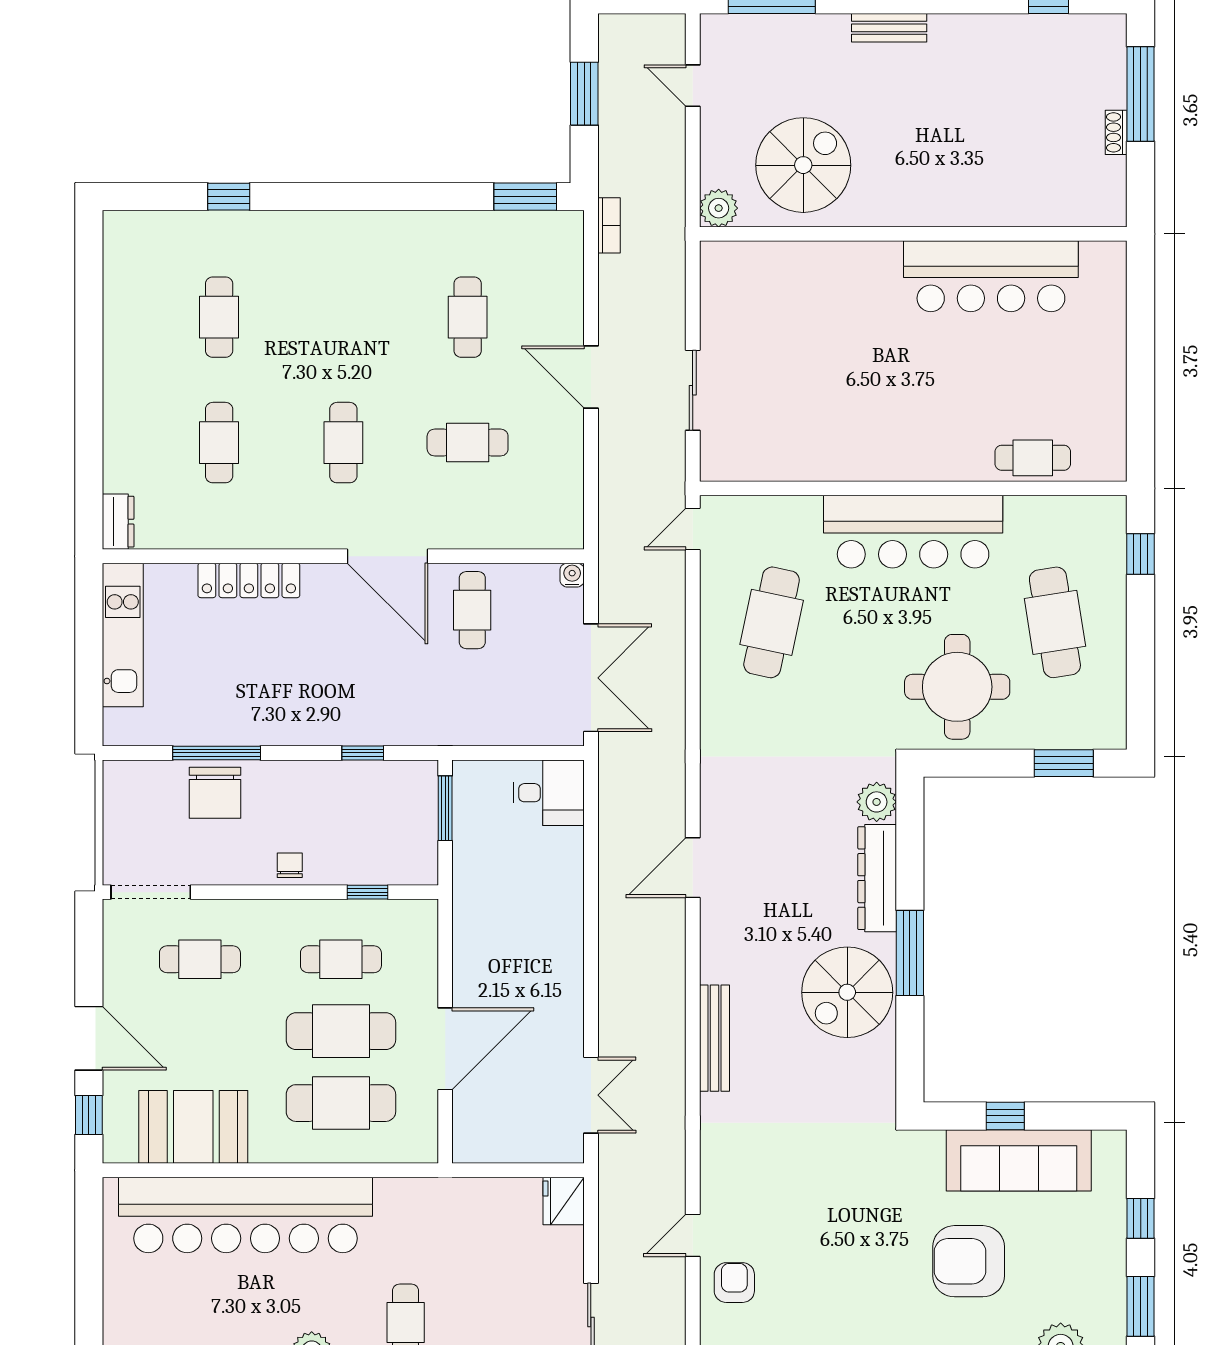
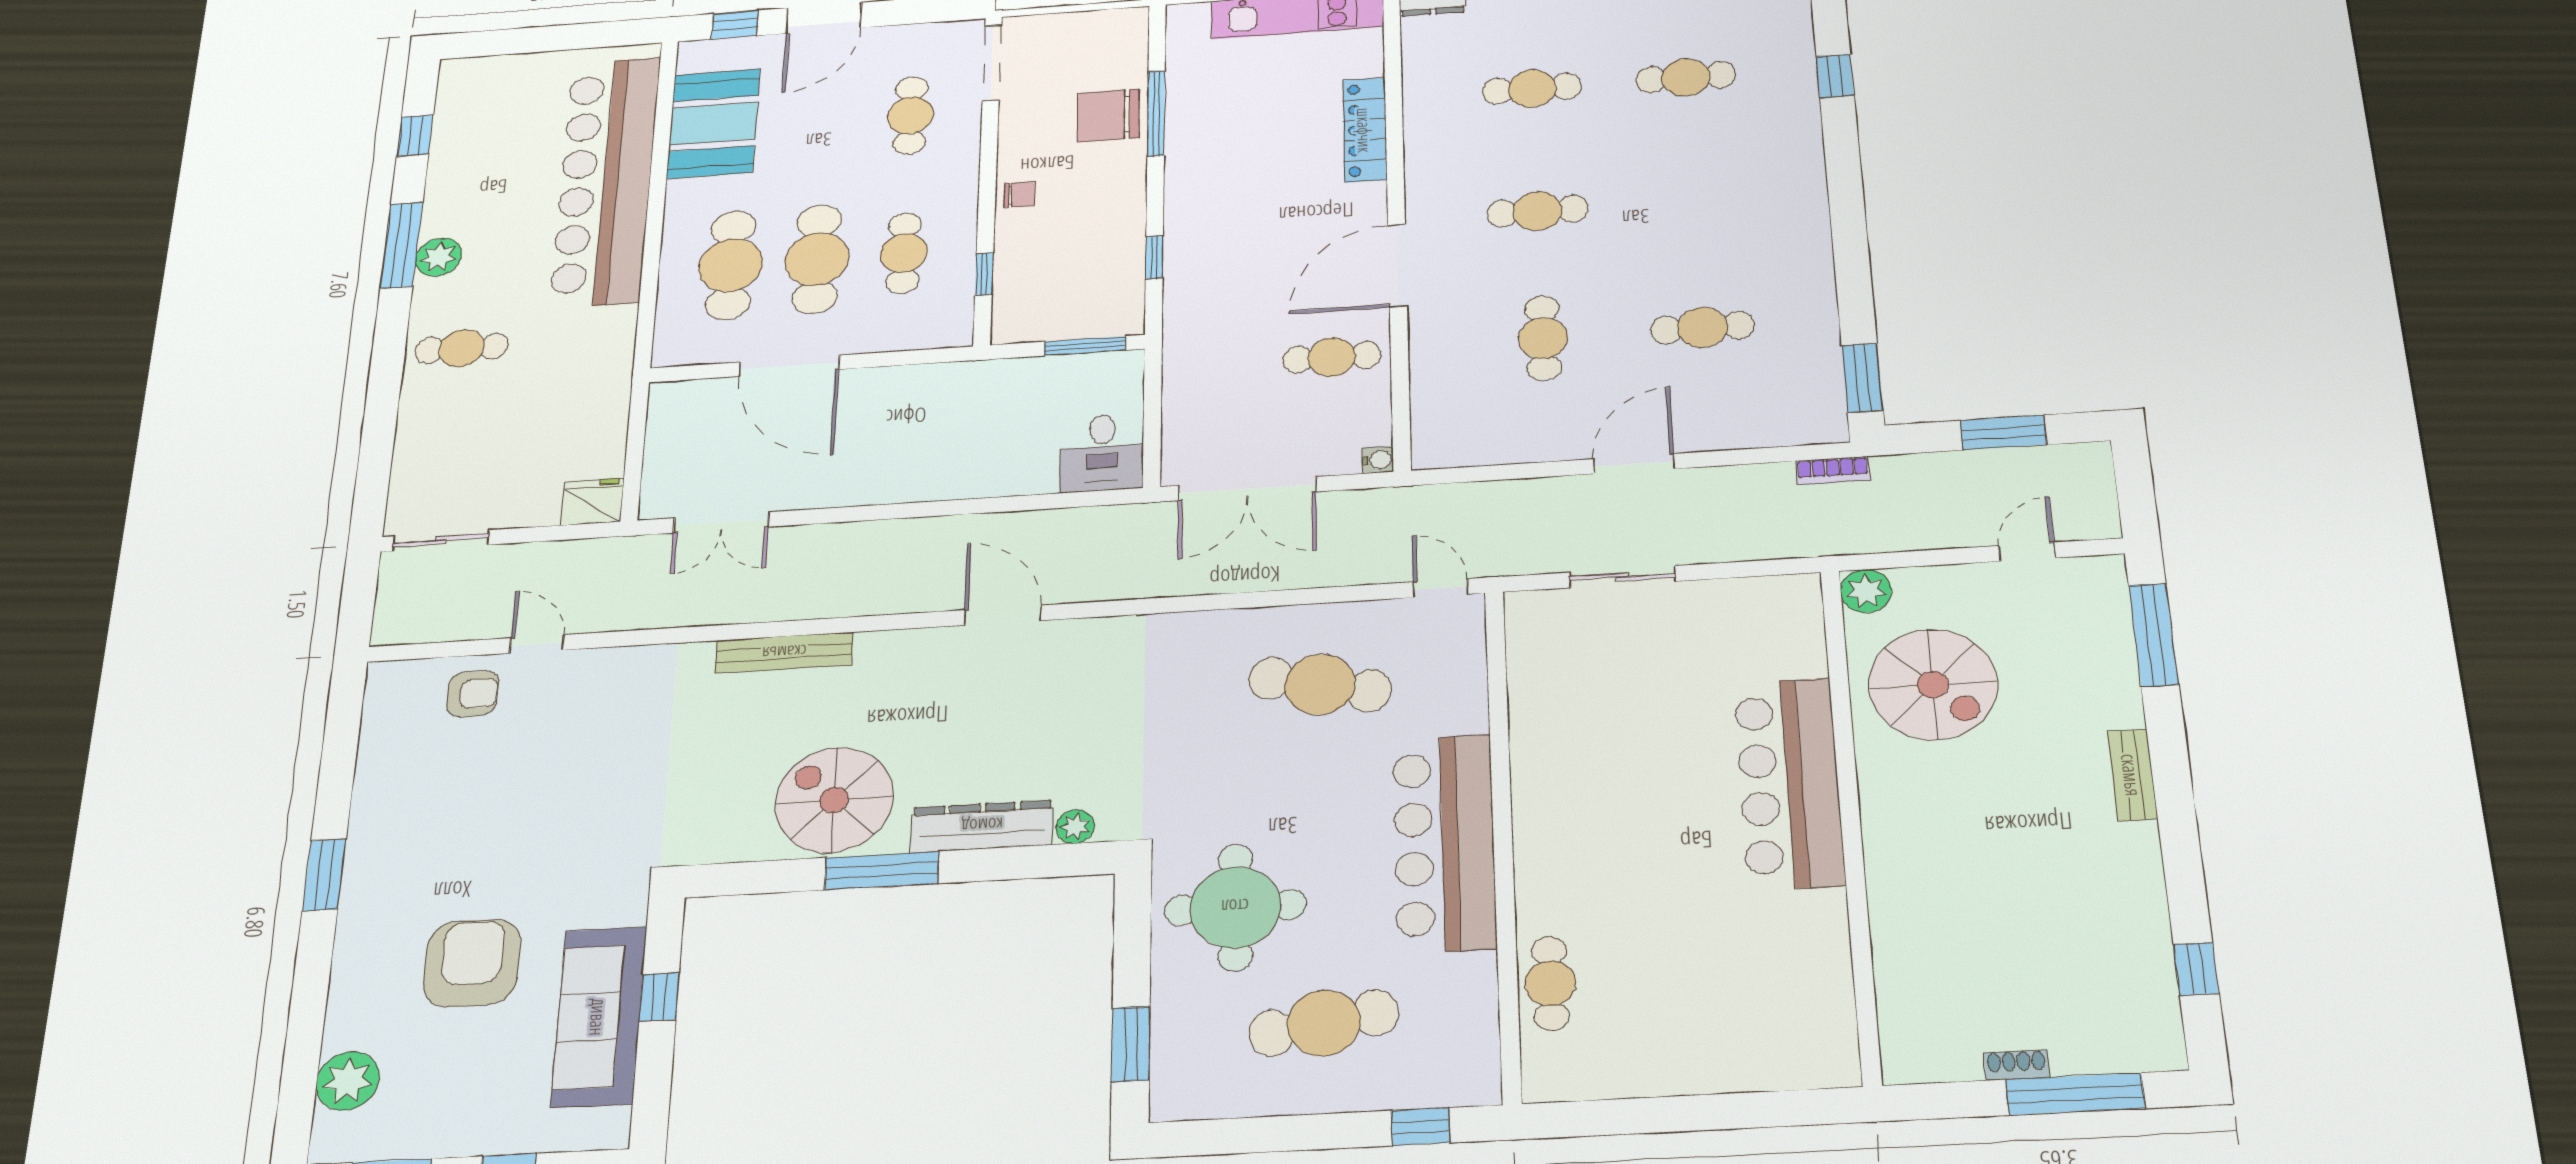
bar counter: (991, 276) -> (1789, 783), moved
plant: (877, 802) -> (1075, 827), width x0.73, depth x0.73

